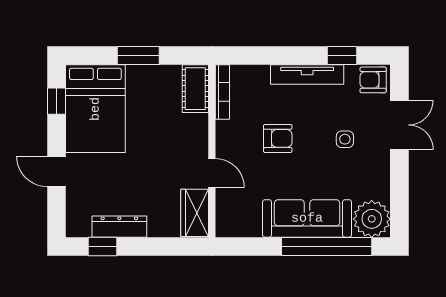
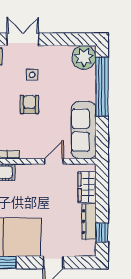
armchair: (278, 138) -> (29, 104), moved
wardrobe: (195, 213) -> (87, 187), moved, turned 90
sofa: (307, 218) -> (84, 130), moved

